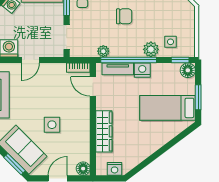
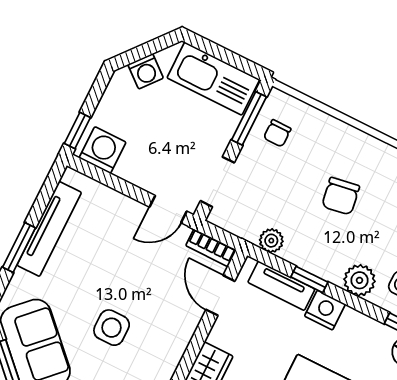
chair: (124, 16) -> (341, 196), turned 81
door: (30, 60) -> (168, 209), moved
window: (129, 60) -> (309, 280), width x0.32

